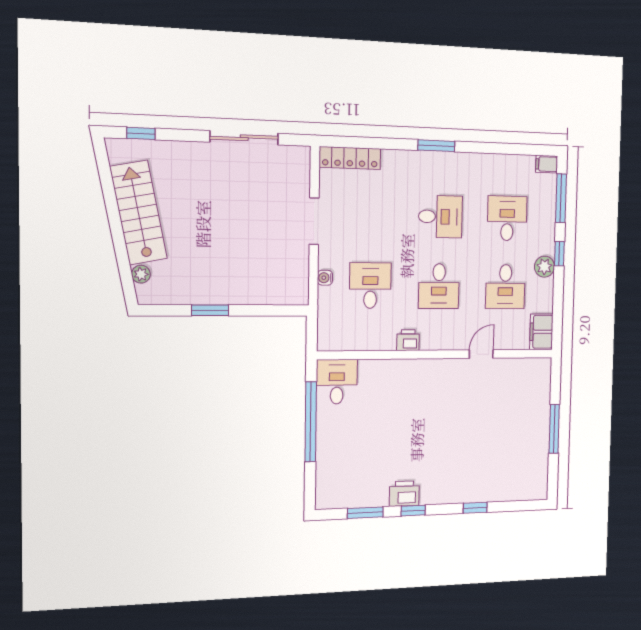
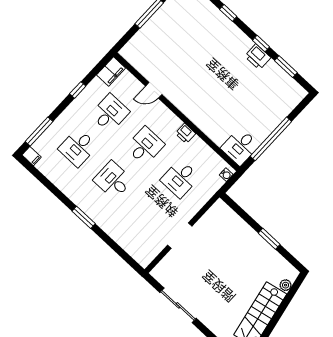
locker: (350, 158) -> (134, 250), removed
window: (559, 254) -> (78, 90), moved
plant: (544, 267) -> (79, 104), removed
water cooler: (325, 278) -> (226, 175), moved

